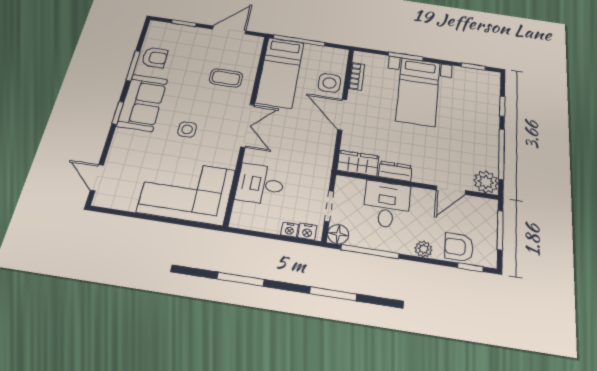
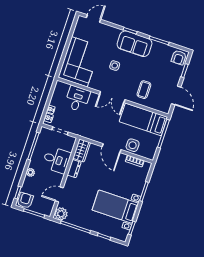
armchair: (155, 58) -> (179, 58), moved
bed with nightstands: (418, 92) -> (115, 207), moved
door: (342, 115) -> (112, 148), swing flipped
door: (451, 190) -> (59, 194), hinge flipped
floor lamp: (338, 234) -> (45, 133), removed
armchair: (459, 247) -> (25, 200), moved

